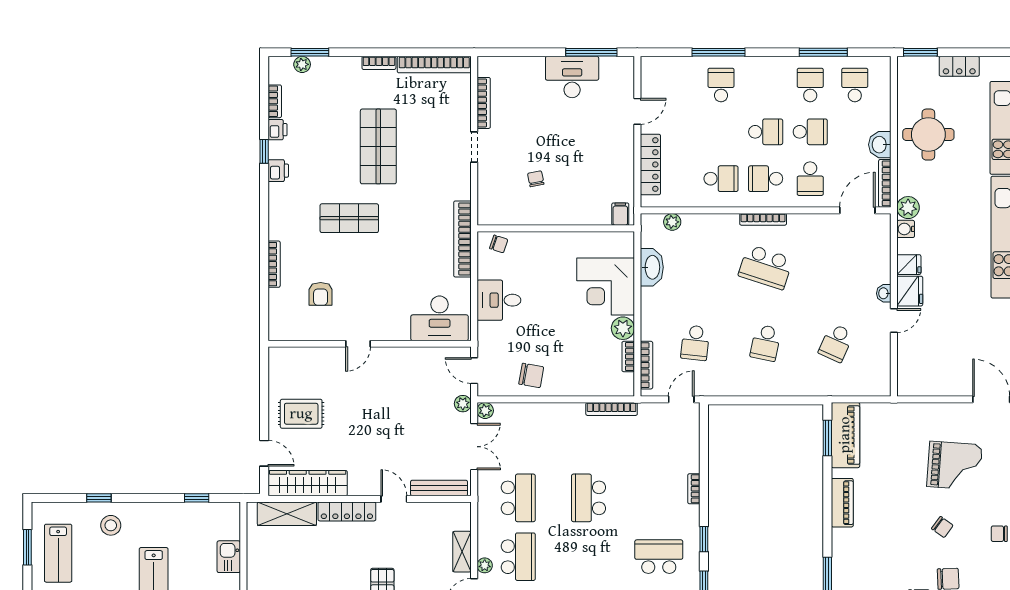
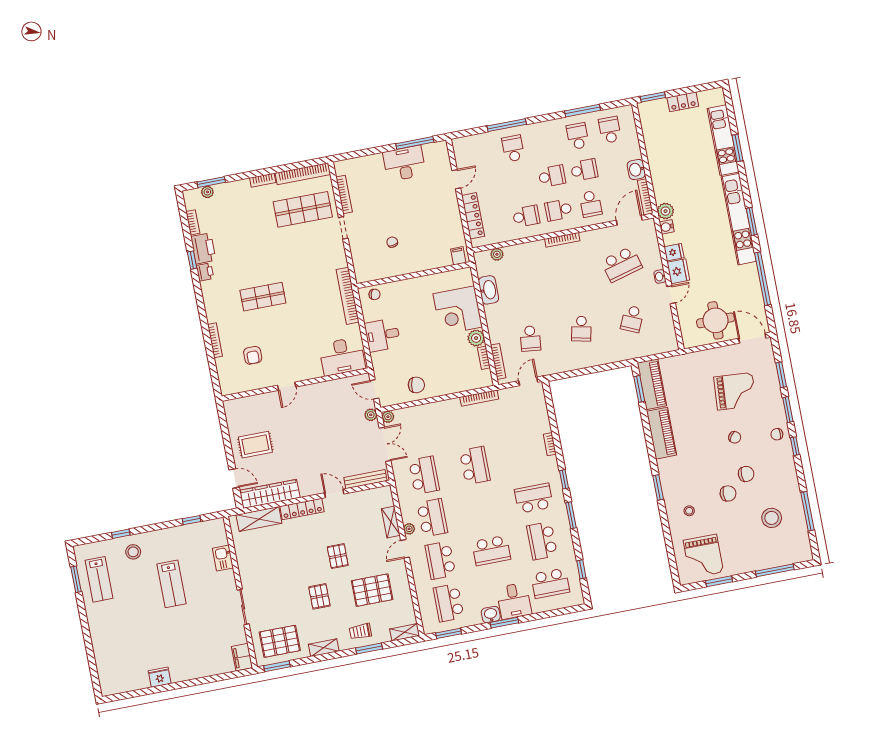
printer: (278, 130) -> (203, 248), width x1.87, depth x1.48
round table: (928, 135) -> (715, 320), moved
shop shelf: (378, 146) -> (303, 209), moved, turned 90
school desk: (766, 267) -> (622, 264), moved, turned -33
school desk: (589, 498) -> (475, 465), turned 180
piano: (842, 503) -> (662, 433), width x1.37, depth x1.33

